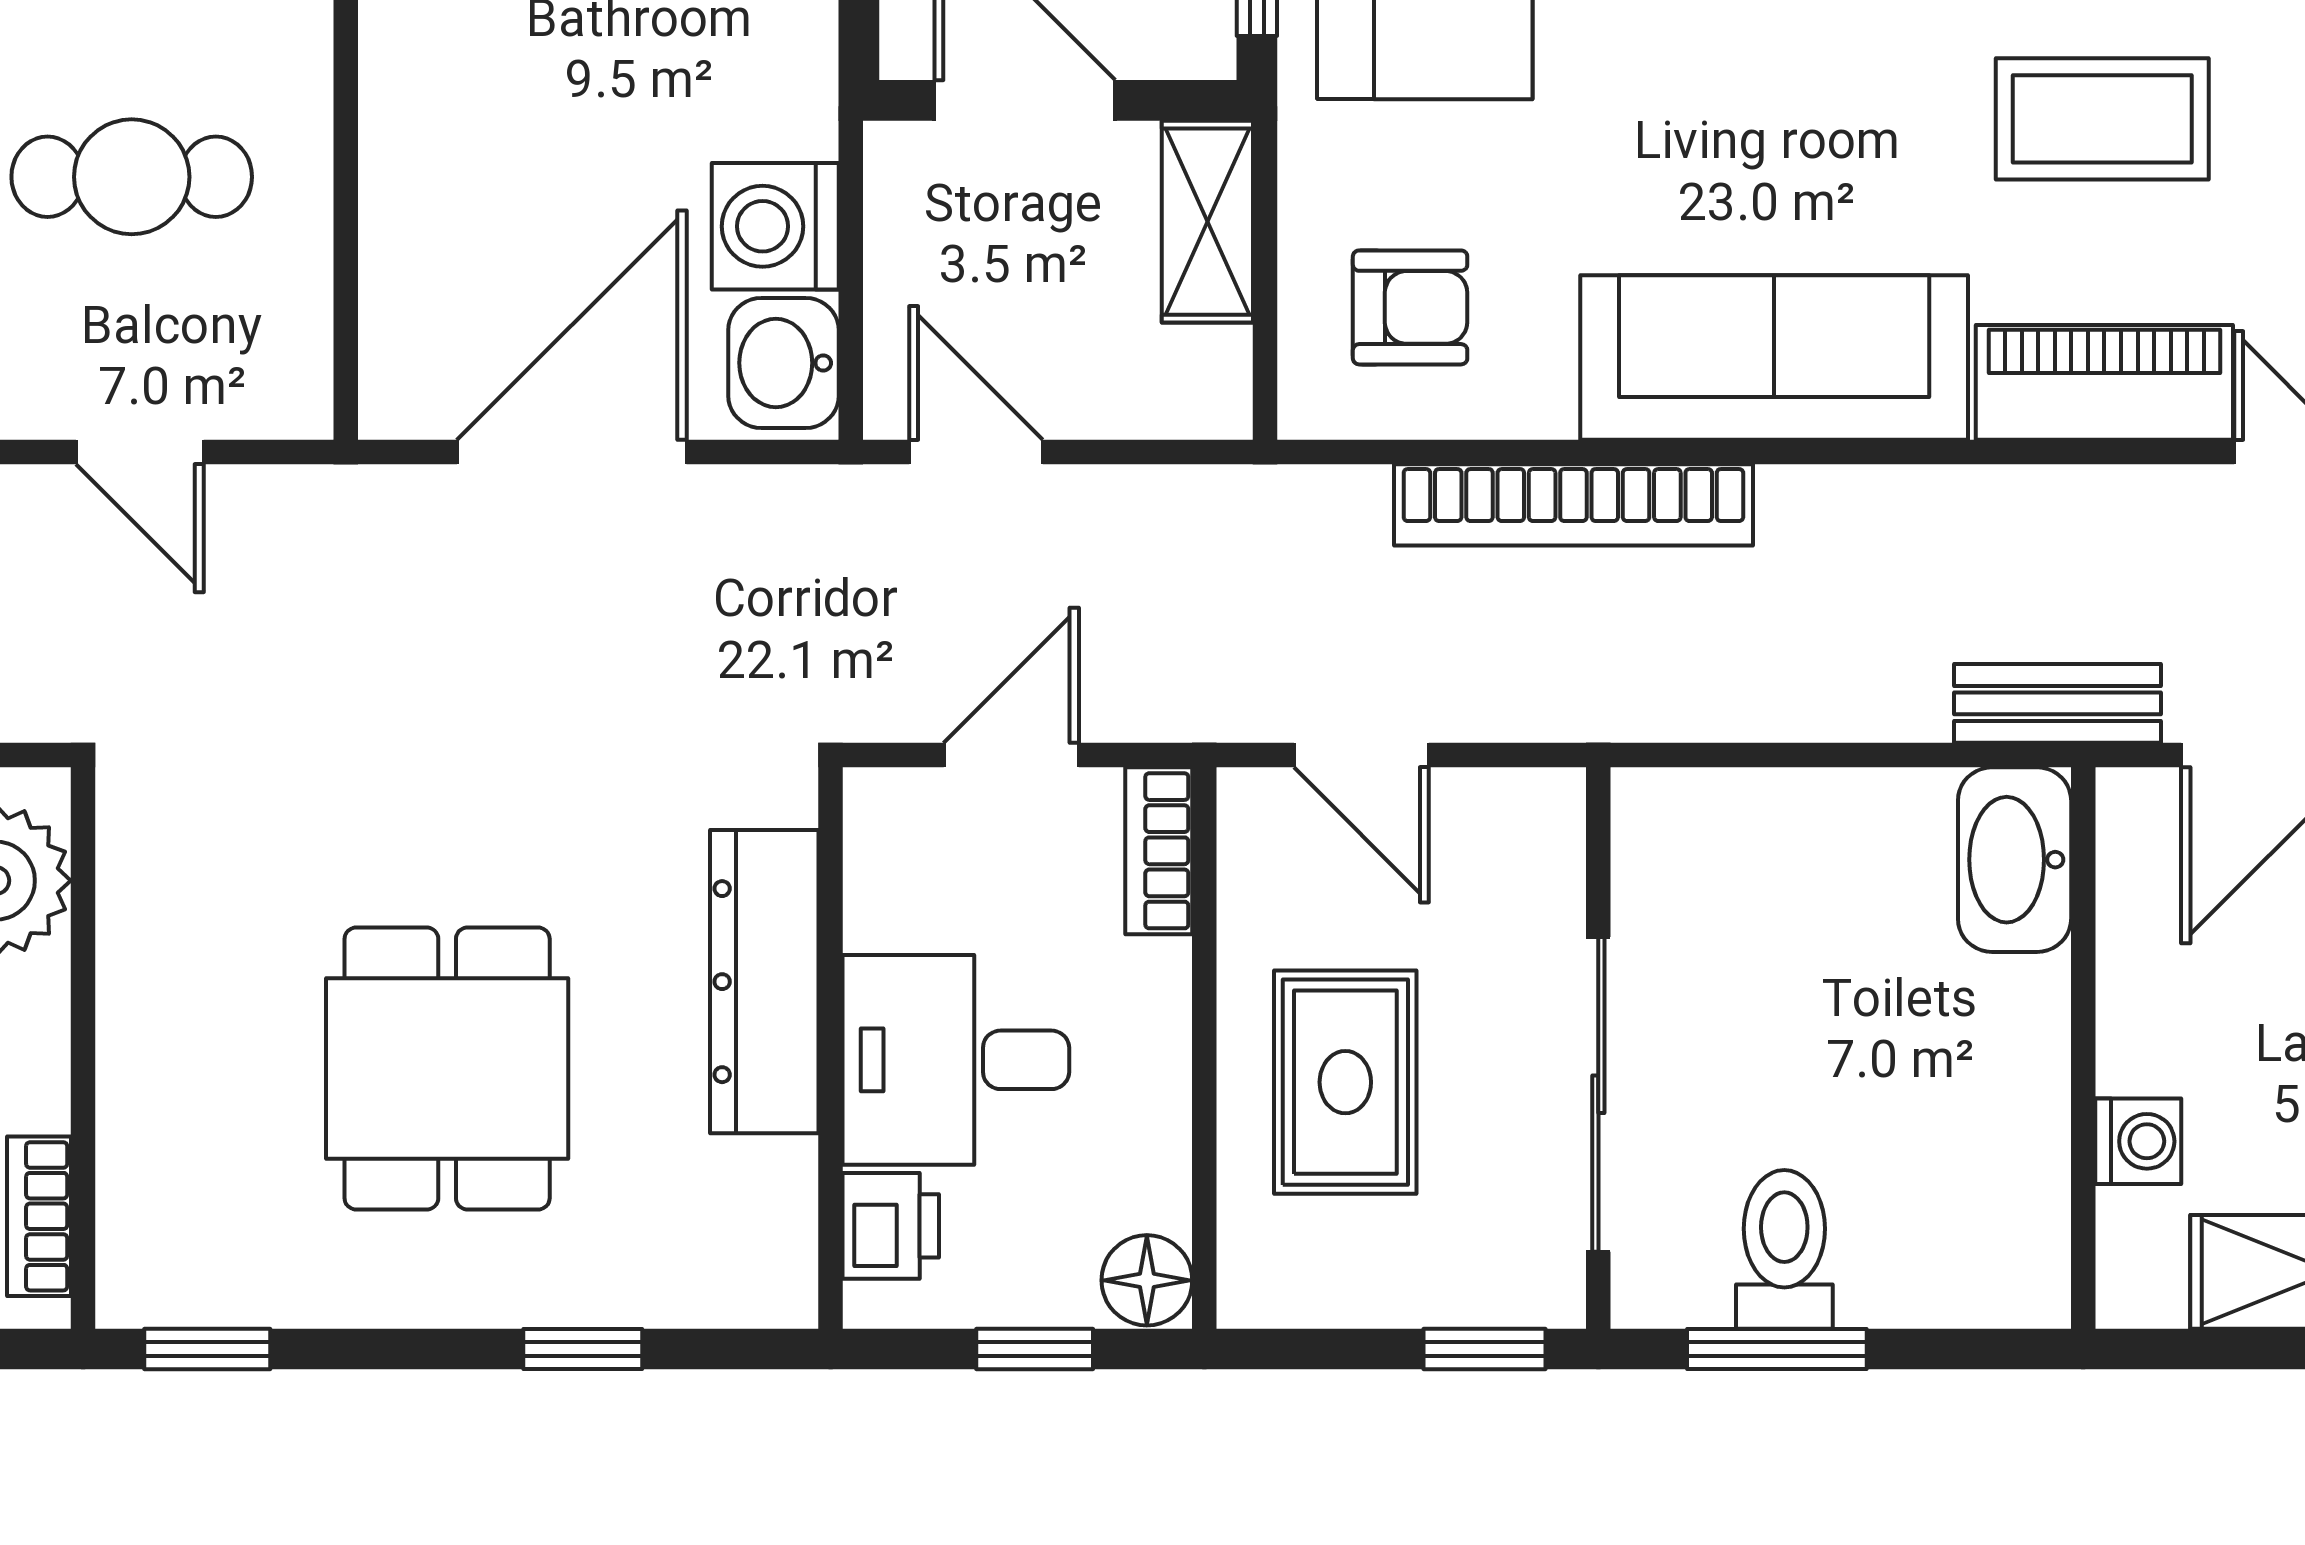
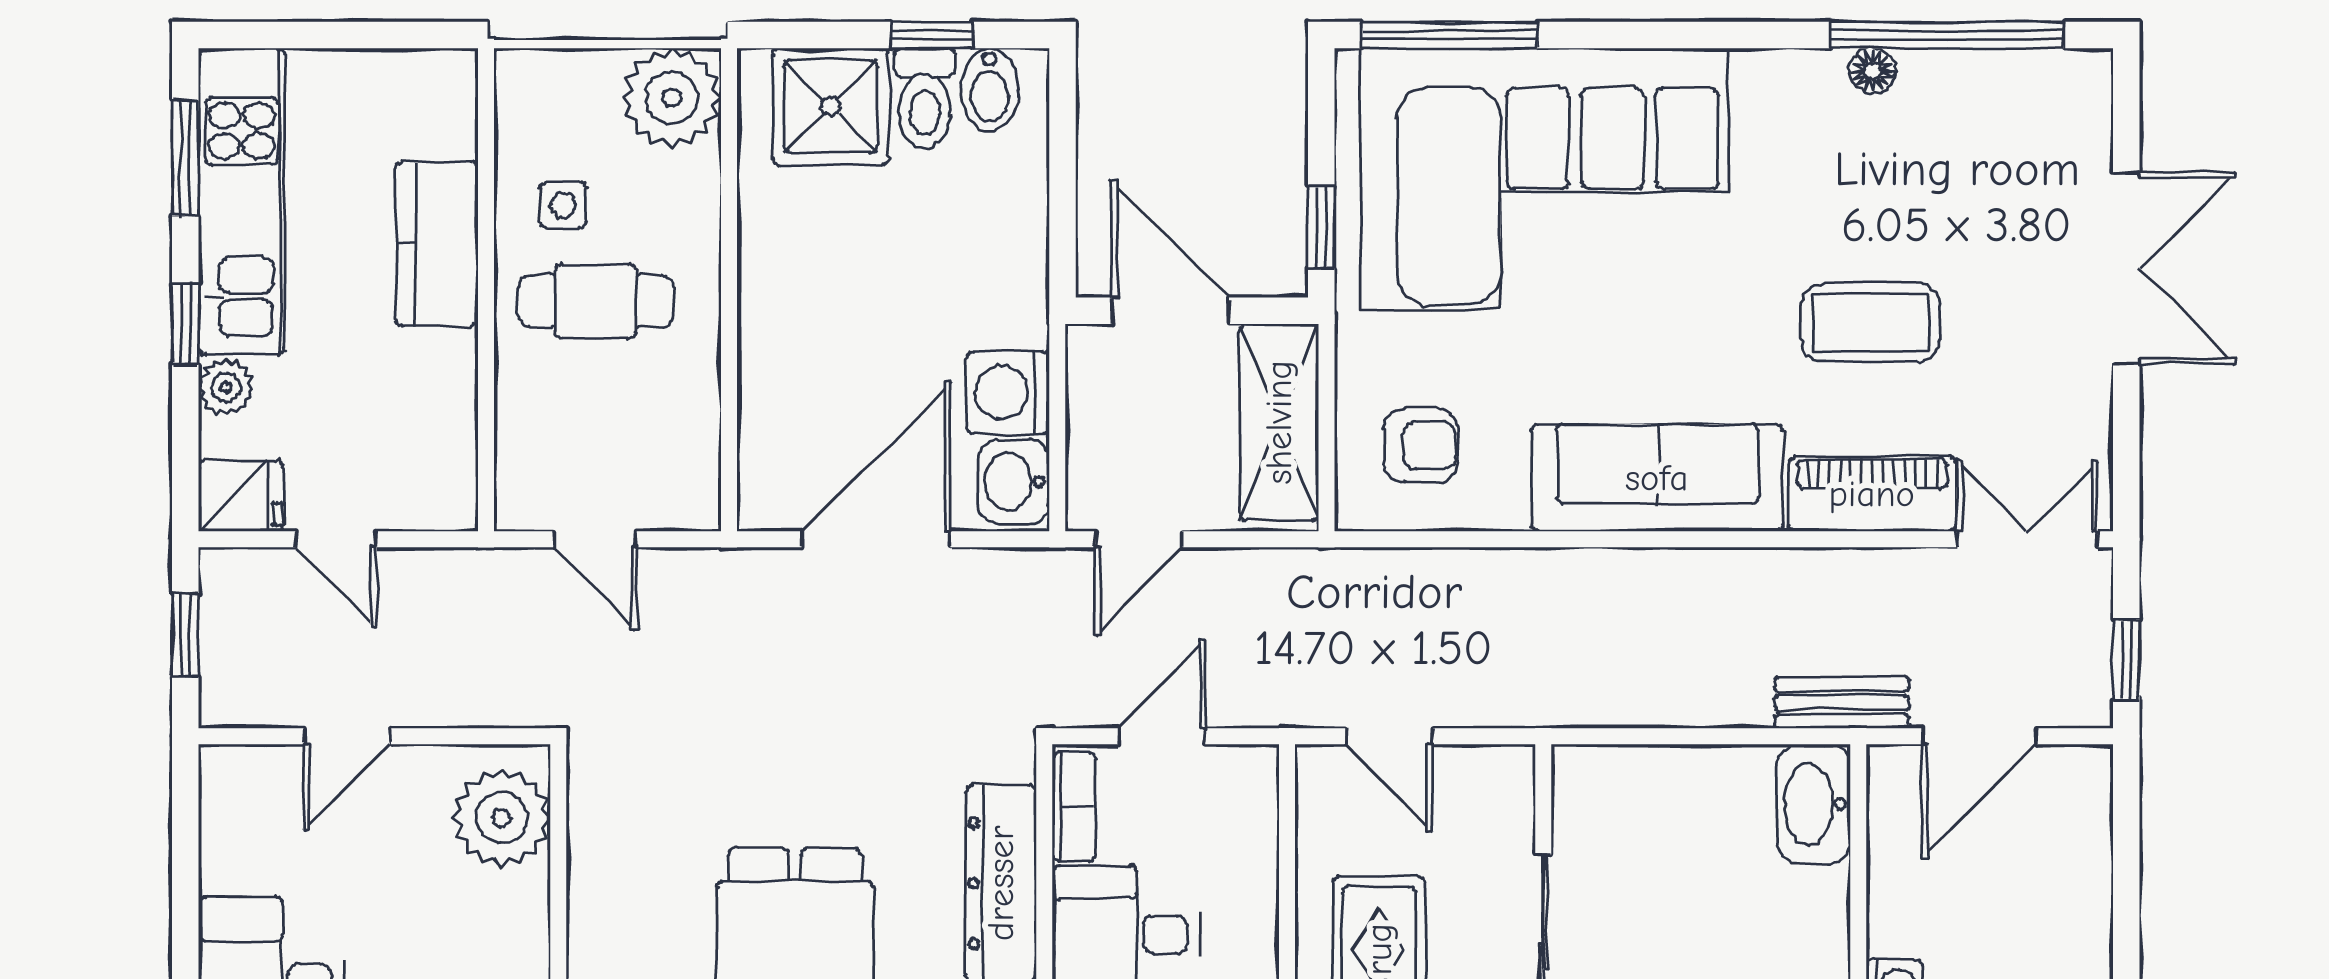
cafe table: (132, 177) -> (596, 301), moved
shelving: (1207, 222) -> (1279, 422), width x1.50, depth x1.33
door: (976, 452) -> (1139, 539), swing flipped
bookcase: (1573, 505) -> (1527, 574), removed
bookcase: (1159, 851) -> (1074, 806), moved, turned 180

